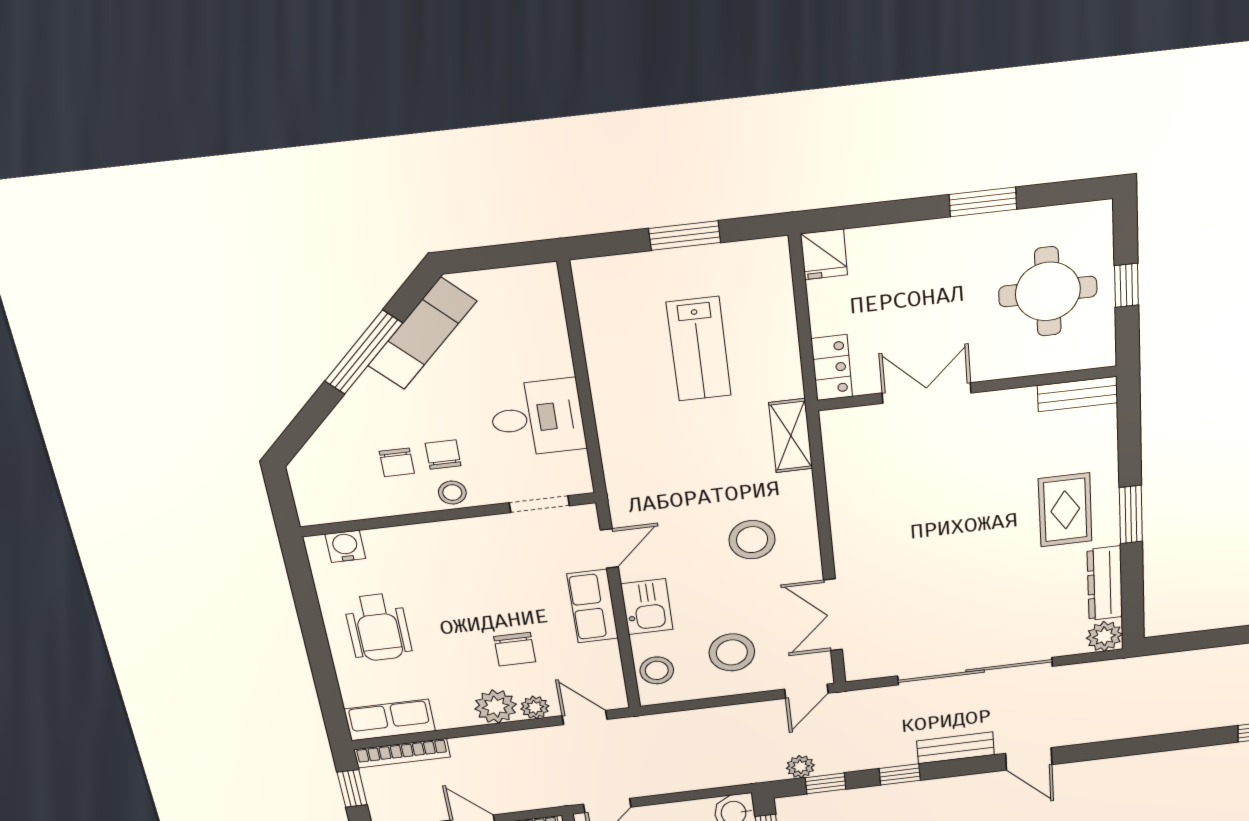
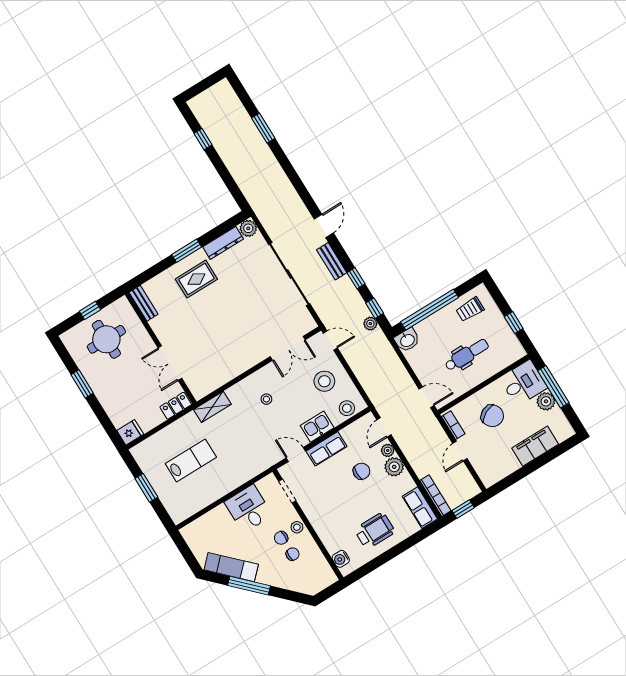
stool: (752, 540) -> (266, 399), width x0.53, depth x0.53

